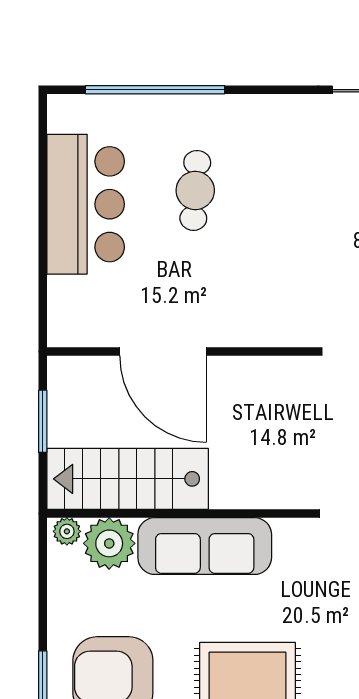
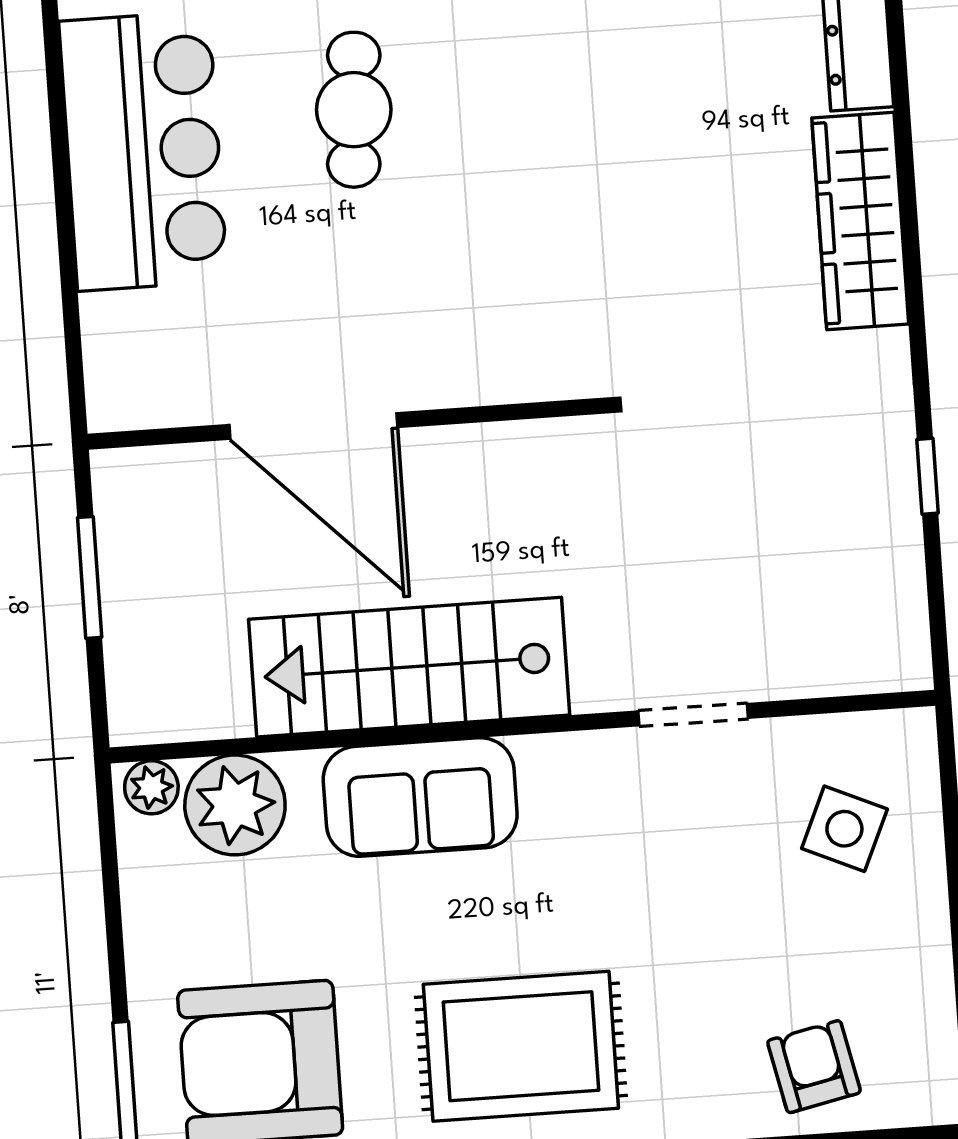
stairs: (128, 479) -> (409, 667), moved
sofa: (205, 546) -> (420, 797), width x0.73

